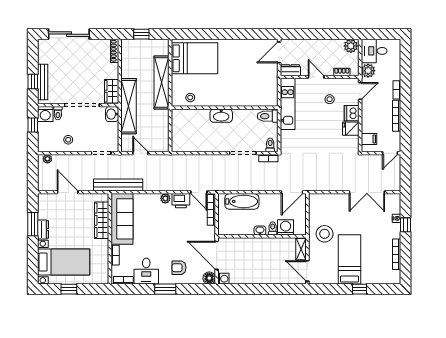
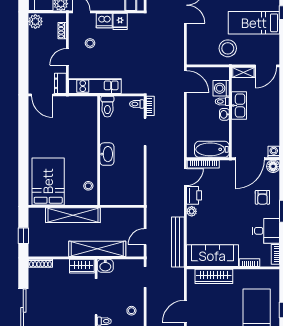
bench: (118, 185) -> (178, 242), moved
bathtub: (242, 201) -> (212, 149), moved, turned -90
kitchen sink: (269, 245) -> (239, 106), added

